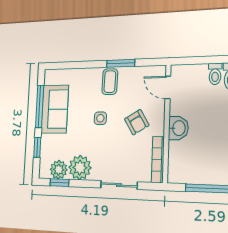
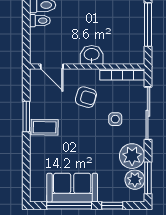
door: (168, 87) -> (52, 67), hinge flipped
side table: (100, 118) -> (115, 119), moved
armchair: (137, 122) -> (86, 97), turned 47
window: (60, 183) -> (148, 178), width x1.50
sliding door: (119, 185) -> (148, 113), width x1.37

